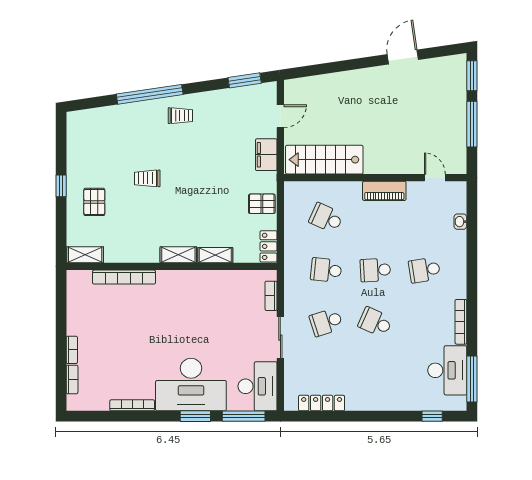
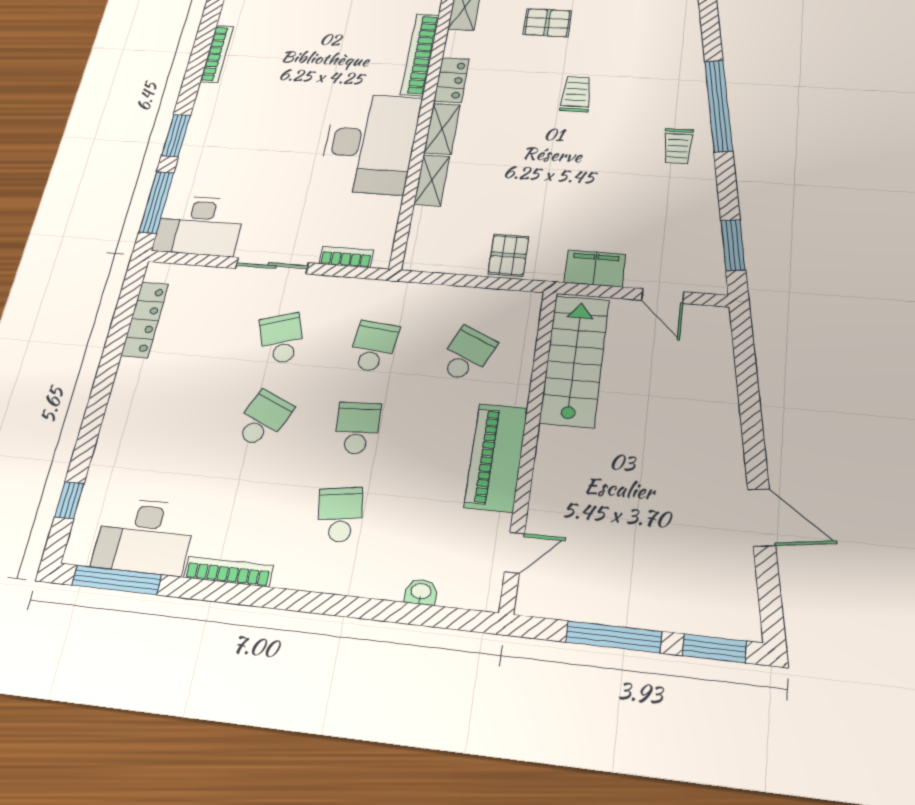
piano: (384, 191) -> (496, 457), width x1.37, depth x1.33
locker: (269, 246) -> (452, 80), moved, turned 90
desk: (191, 385) -> (370, 143), moved, turned 180

